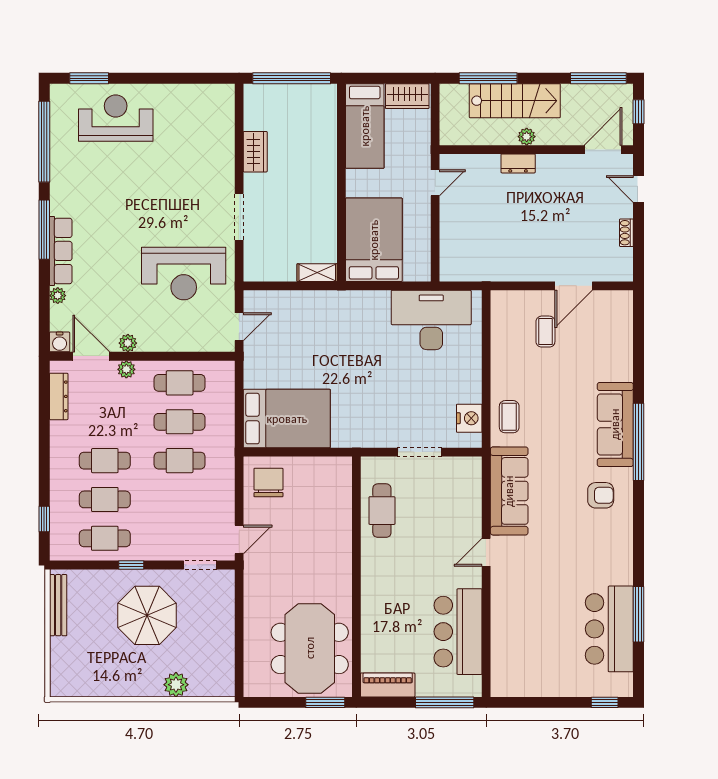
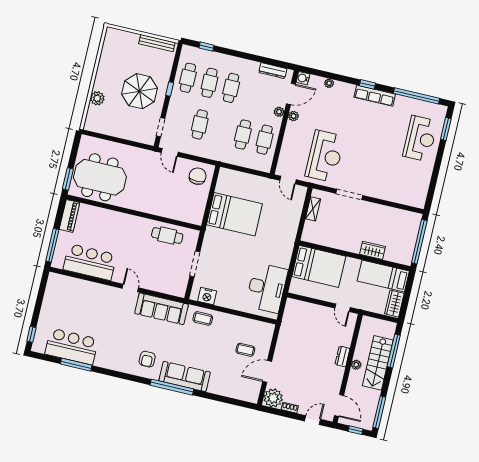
wardrobe: (255, 152) -> (373, 250), moved, turned 180
window: (44, 230) -> (367, 84), width x0.46
row of seats: (61, 251) -> (375, 96), moved
plant: (617, 265) -> (273, 398), added
shelving: (317, 273) -> (313, 209), moved
reception desk: (184, 274) -> (325, 156), turned 180
door: (574, 286) -> (267, 371), hinge flipped
bed: (287, 419) -> (234, 214), moved, turned -90
cafe table: (180, 461) -> (200, 124), moved
chair: (268, 483) -> (198, 176), turned -90

